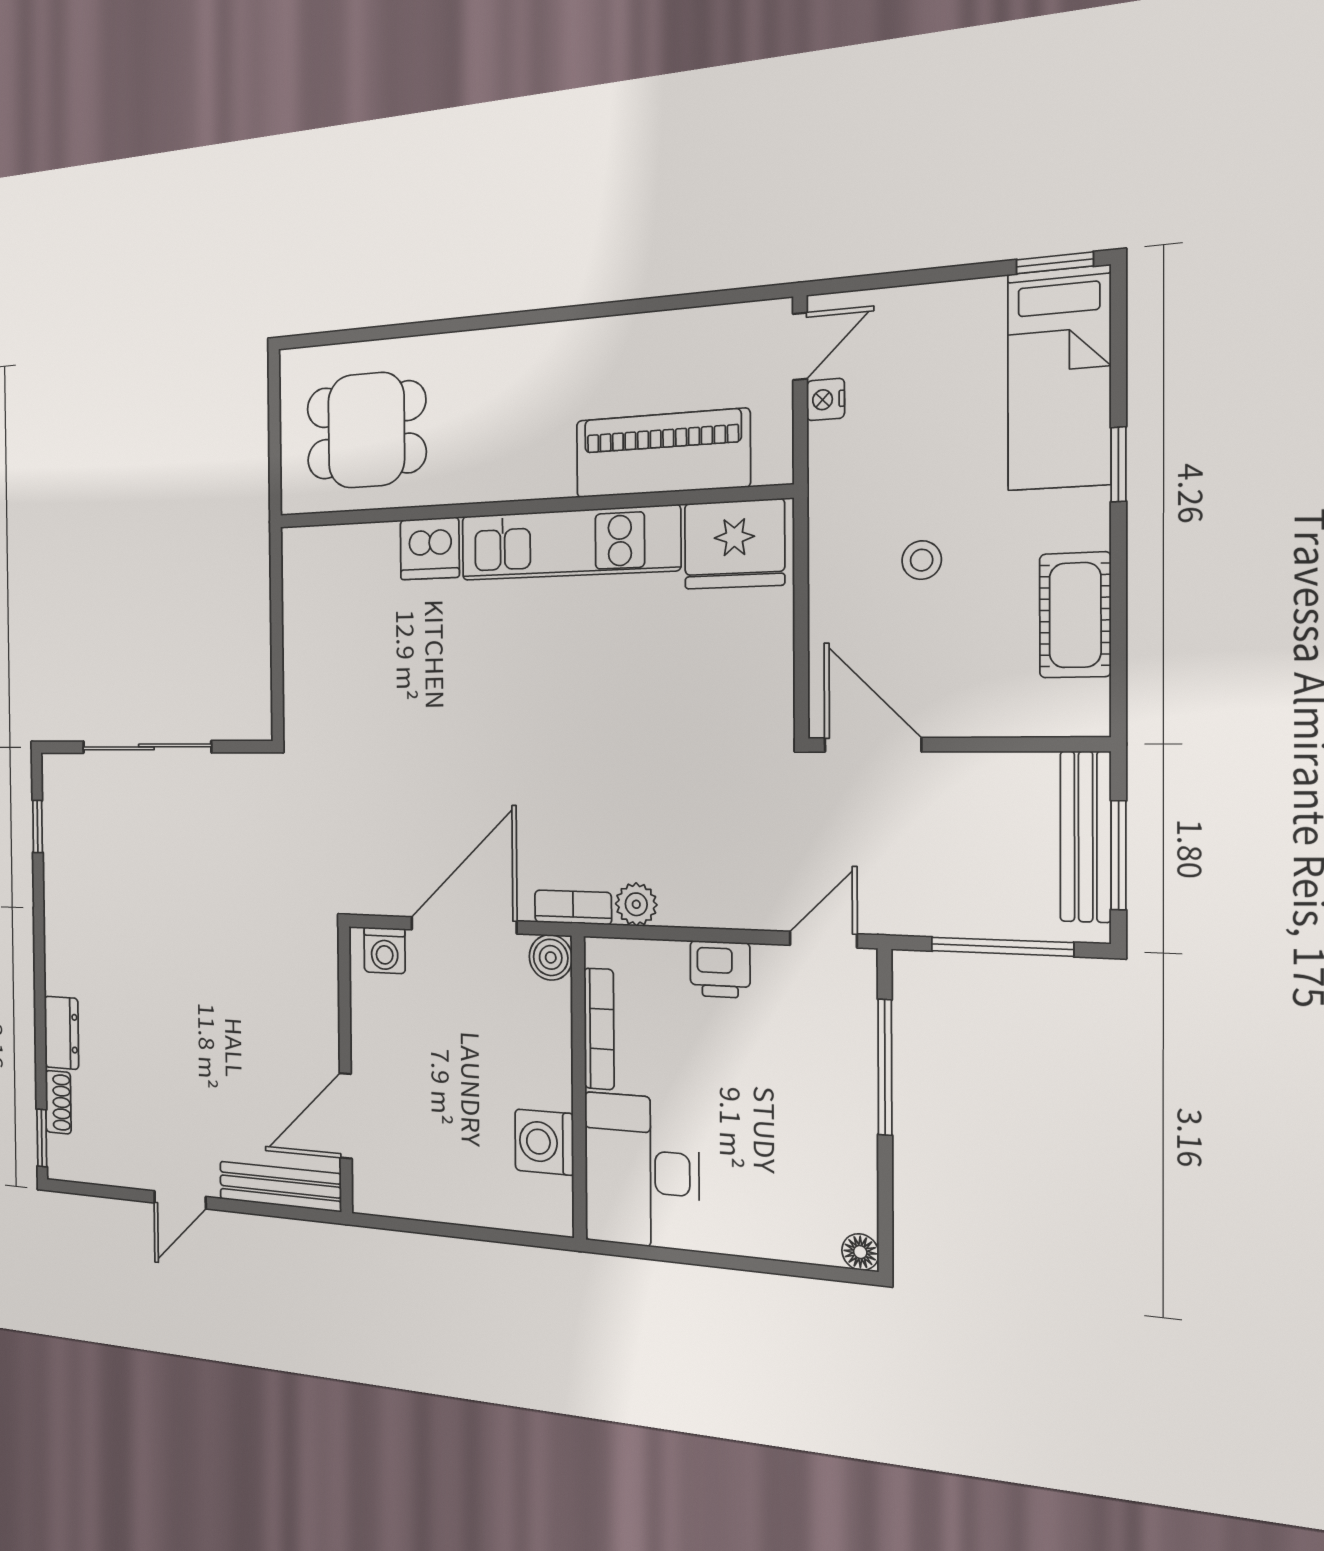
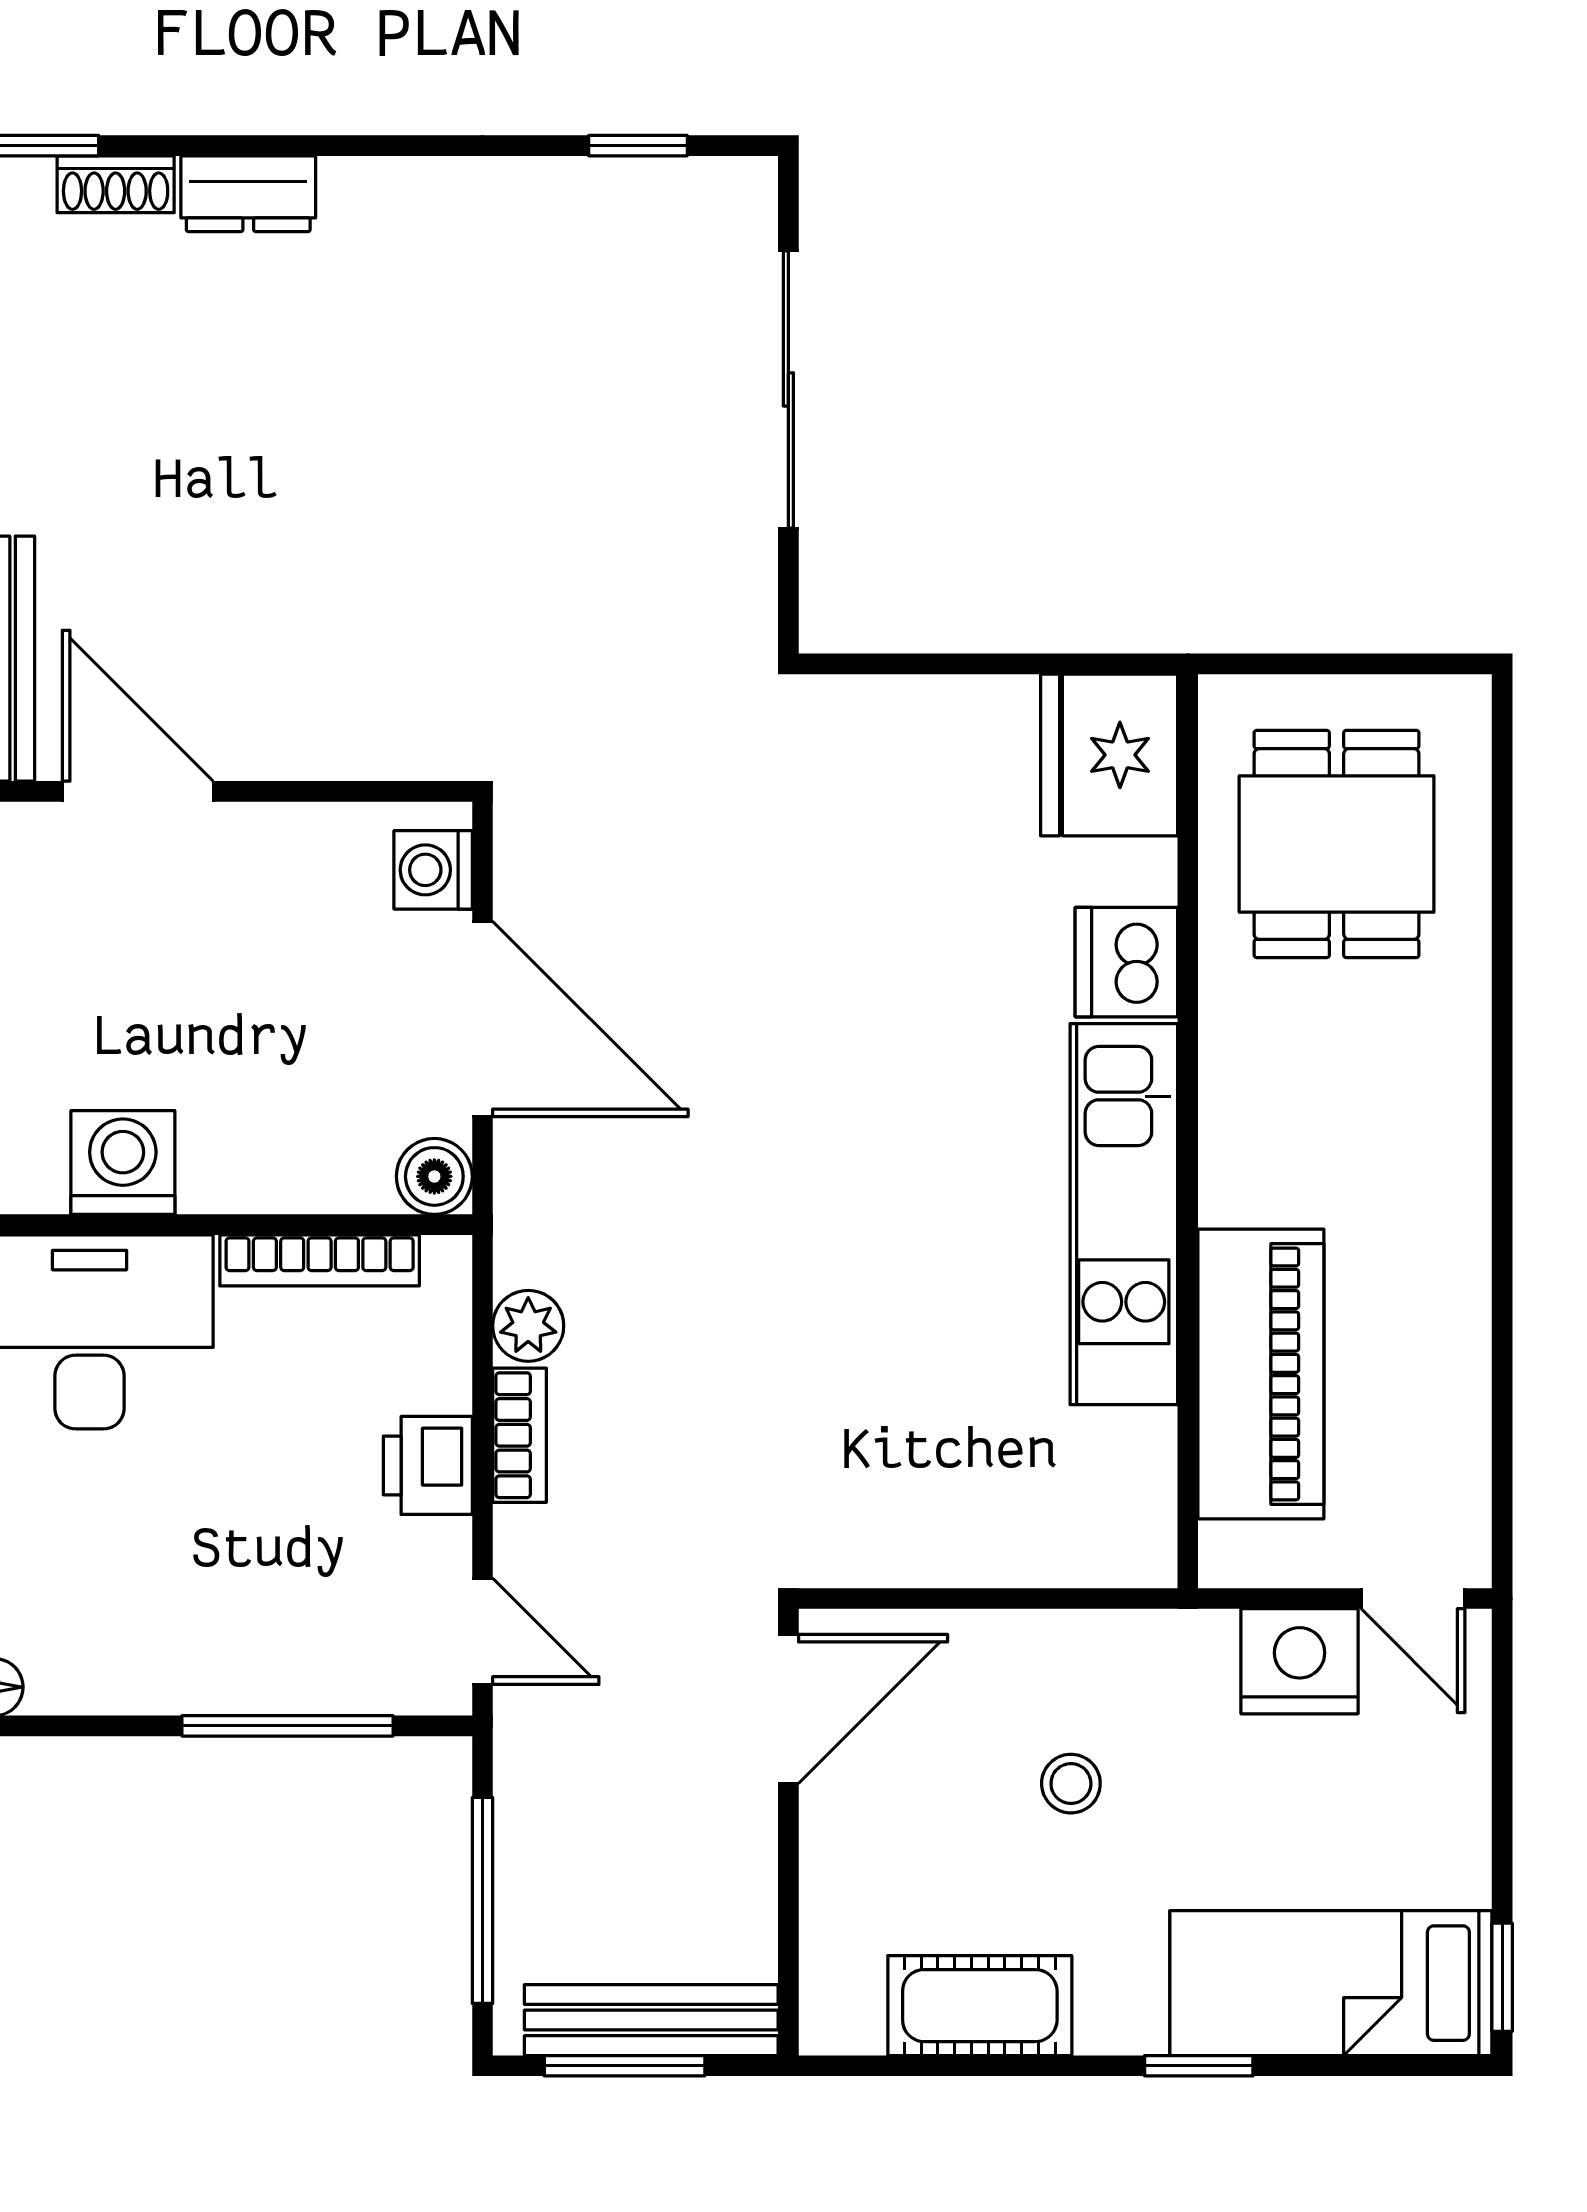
nightstand: (826, 400) -> (1300, 1661), width x1.89, depth x1.79
fridge: (734, 544) -> (1109, 755), moved
bookcase: (573, 907) -> (520, 1435), moved

